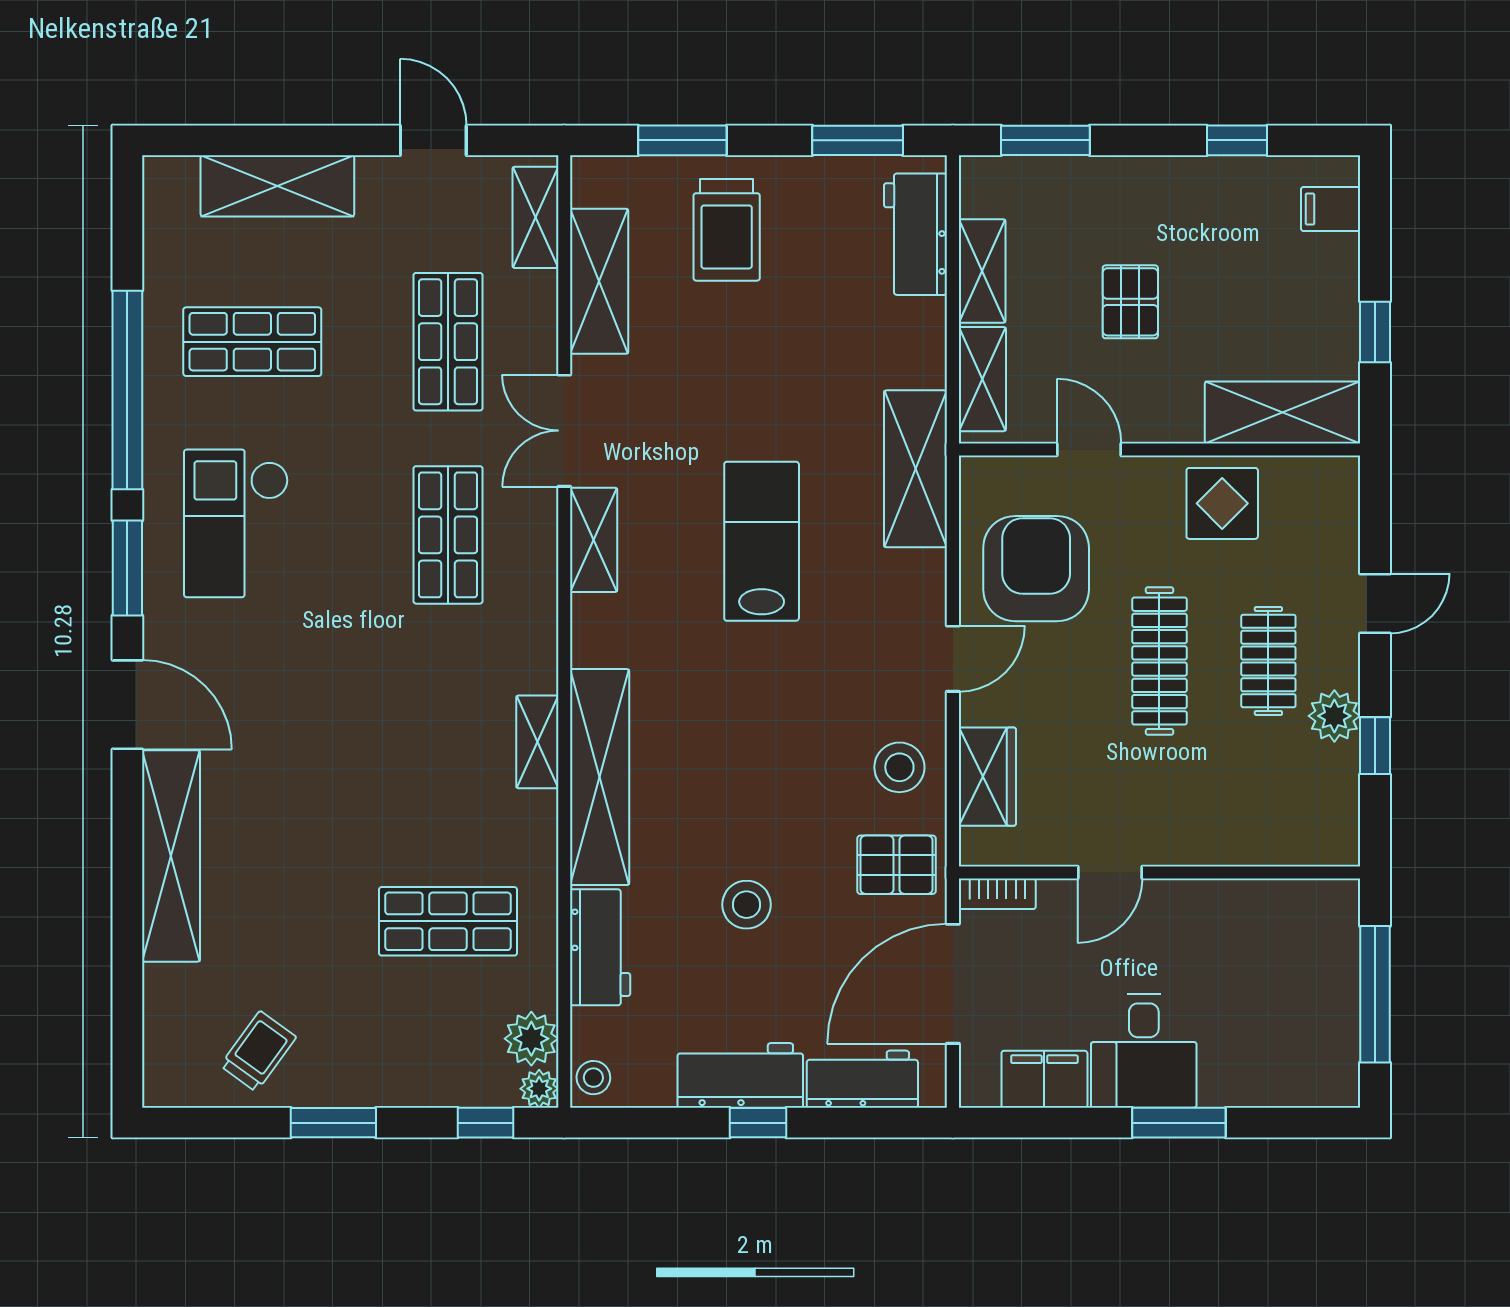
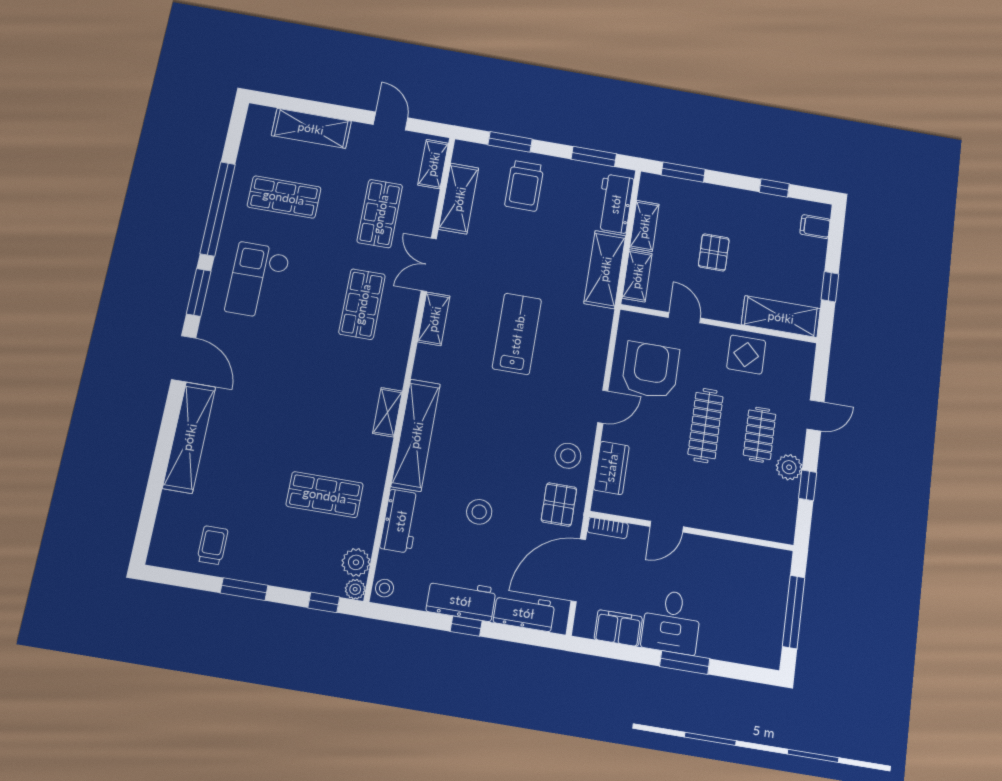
shelving: (916, 469) -> (605, 269), moved
pallet: (897, 865) -> (559, 504), turned 90
trolley: (258, 1051) -> (213, 545), turned -36

